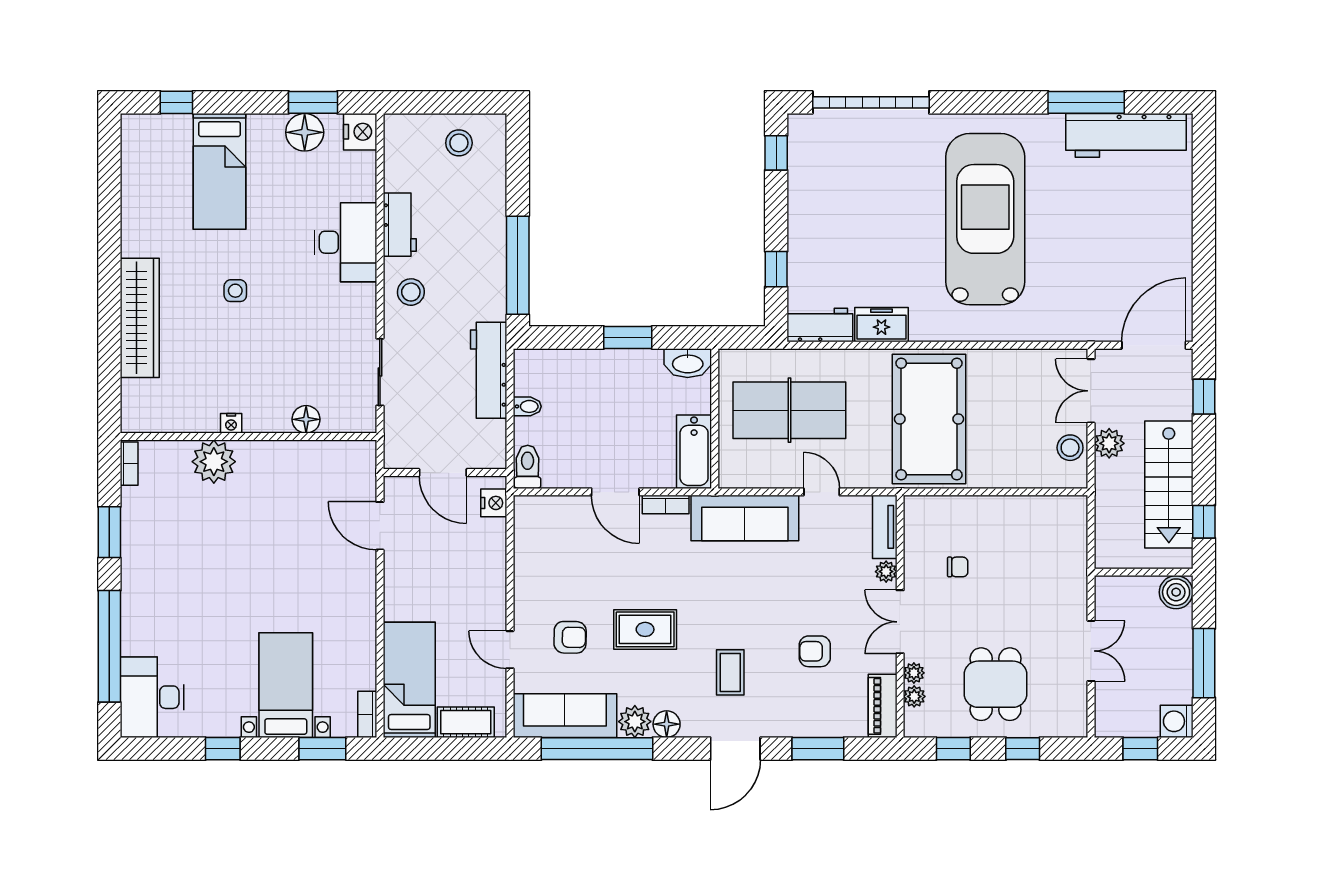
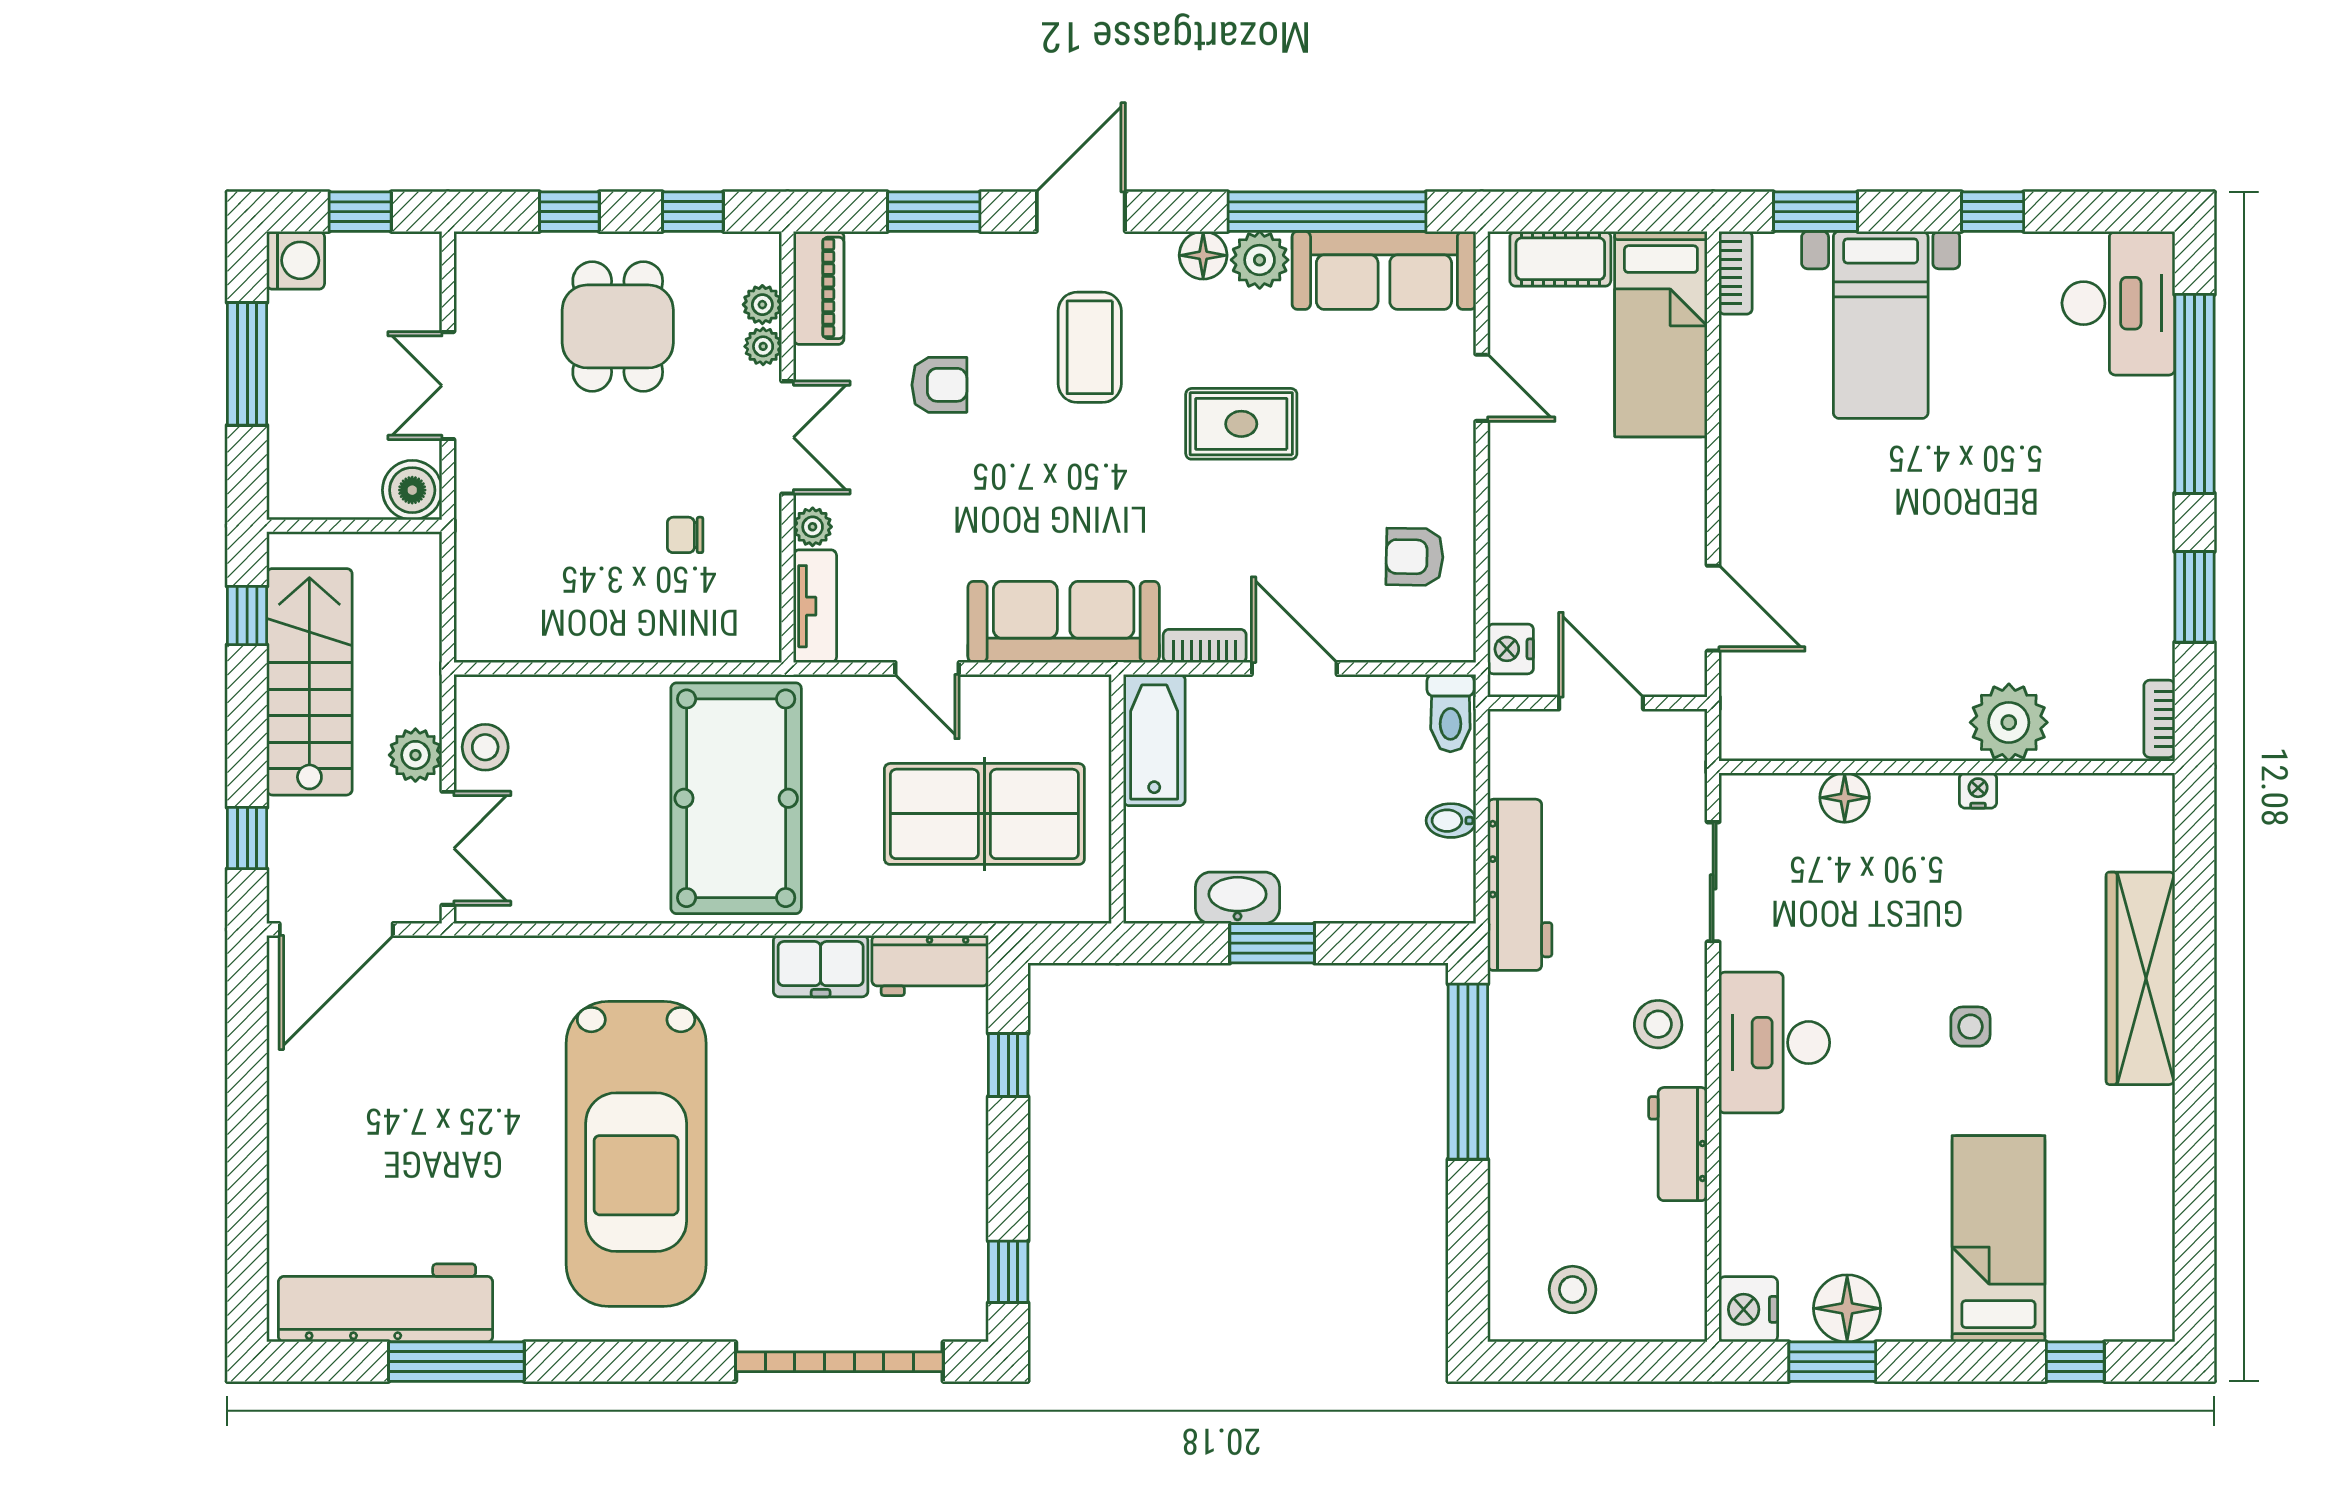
desk: (346, 242) -> (1774, 1043), moved
washbasin: (688, 363) -> (1238, 898), moved
boiler: (1176, 592) -> (412, 490), moved
armchair: (570, 637) -> (1415, 557), moved
coffee table: (730, 672) -> (1090, 347), width x1.36, depth x1.30

